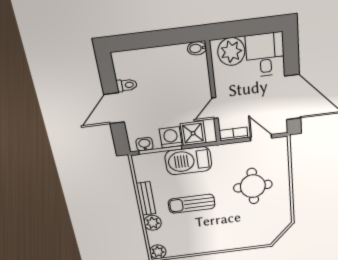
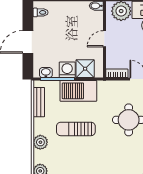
toilet: (127, 85) -> (41, 12), moved
door: (215, 108) -> (104, 39), moved
bench: (146, 199) -> (39, 102), moved

